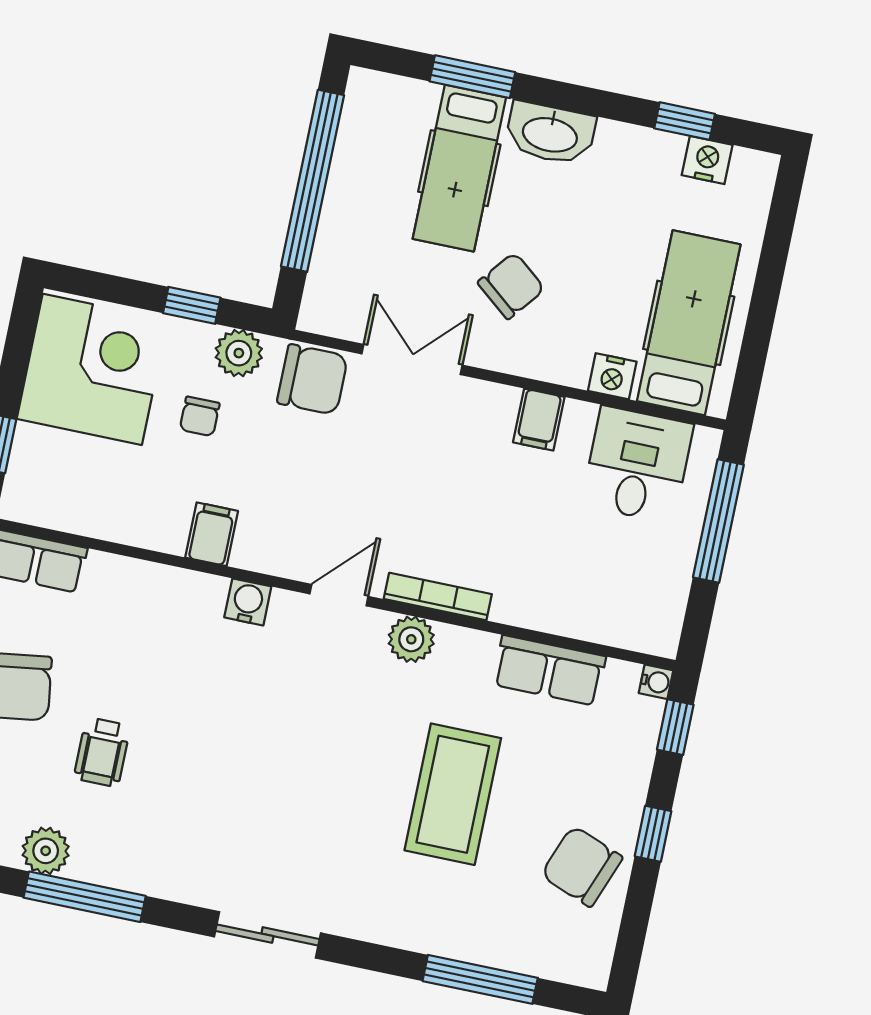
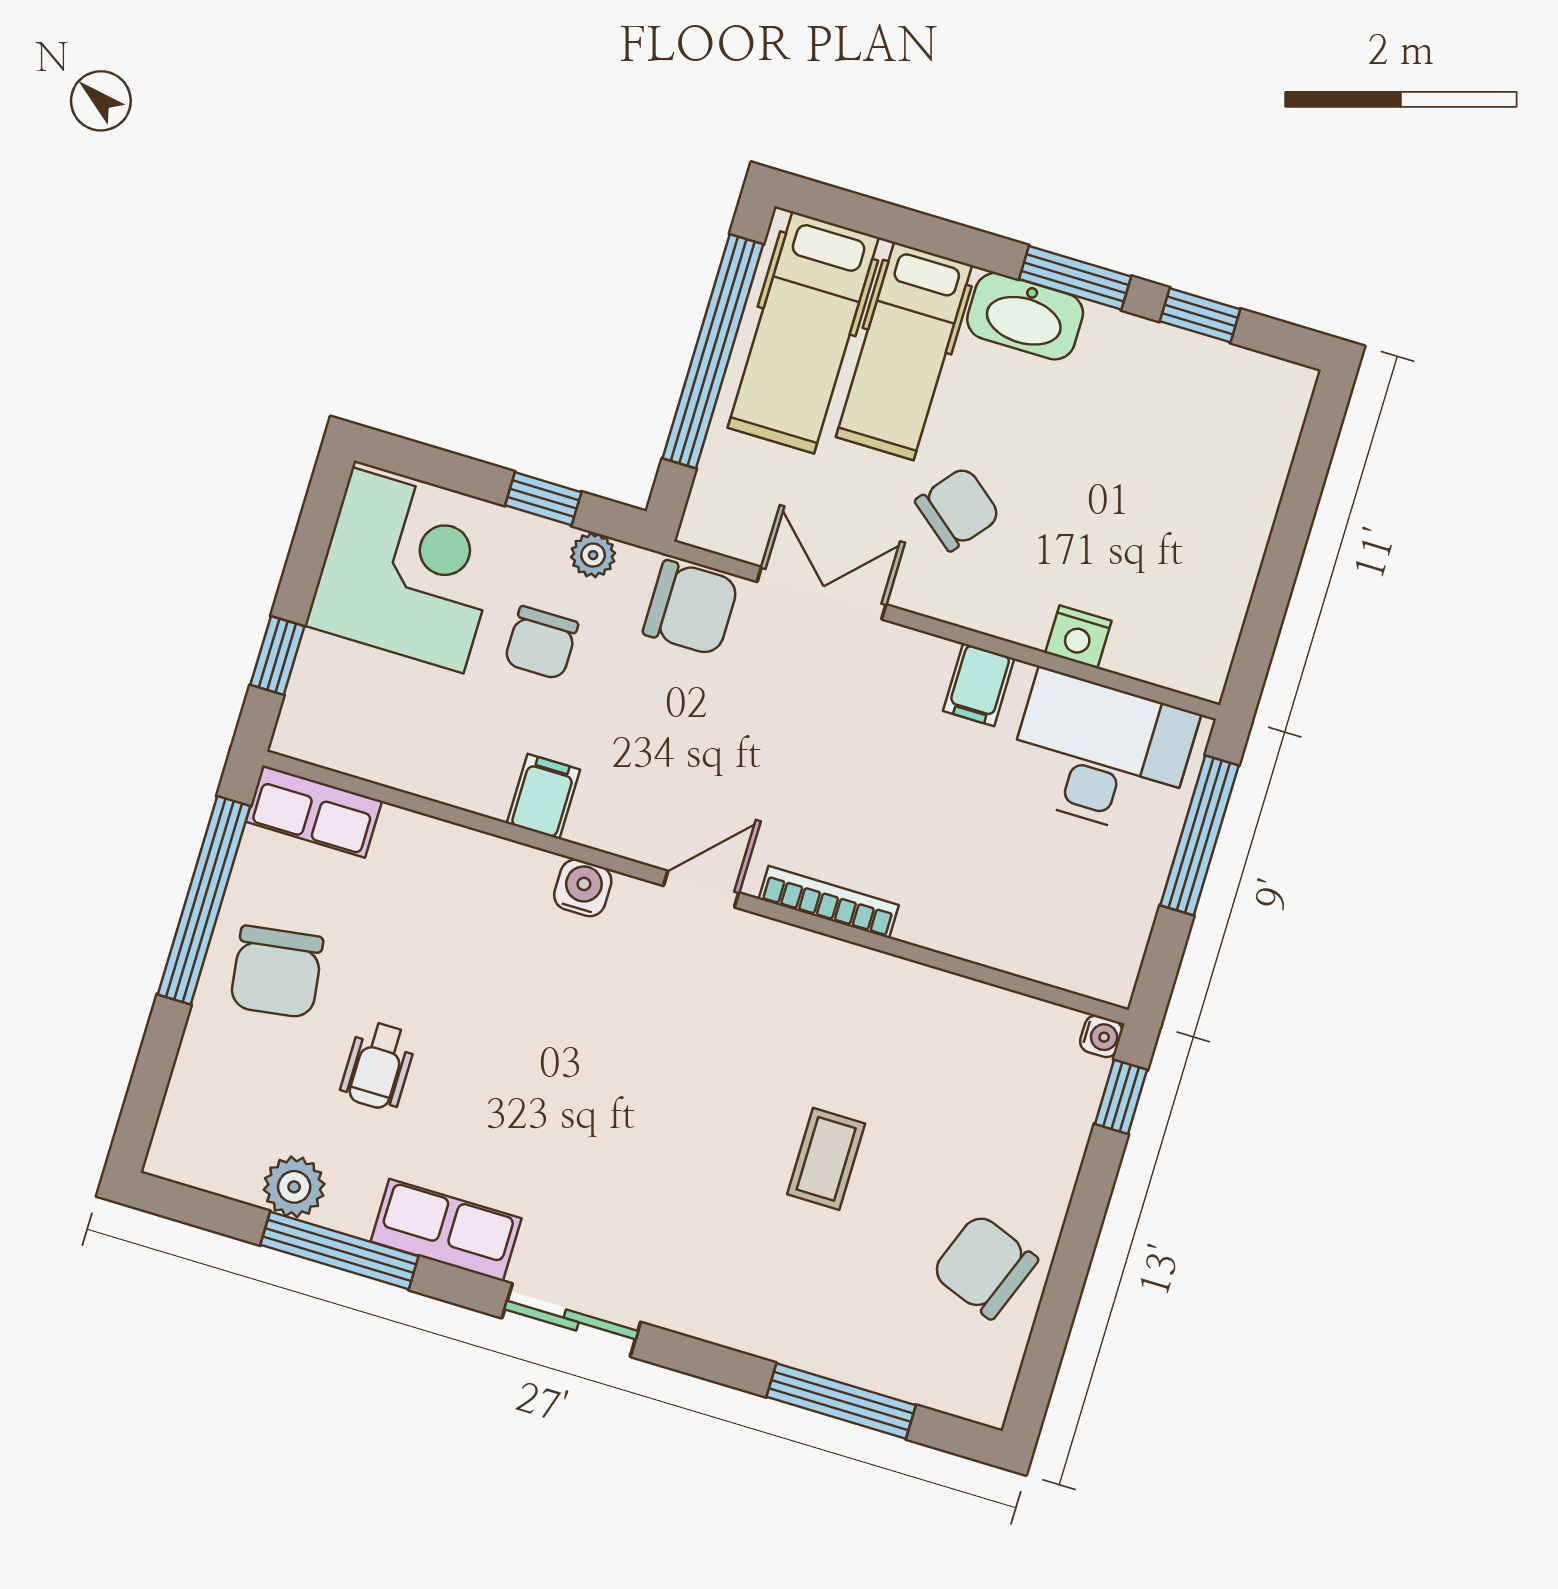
window: (472, 77) -> (1075, 278), moved
nightstand: (707, 160) -> (1225, 368), removed
hospital bed: (689, 323) -> (803, 332), moved, turned 180
plant: (239, 353) -> (593, 555), width x0.73, depth x0.73
chair: (200, 416) -> (541, 643), width x1.37, depth x1.37
desk: (637, 465) -> (1101, 754), width x1.37
plant: (411, 639) -> (790, 954), removed
row of seats: (549, 671) -> (446, 1230), moved, turned 180
coffee table: (453, 794) -> (826, 1159), width x0.54, depth x0.58
window: (653, 834) -> (1080, 1232), removed

